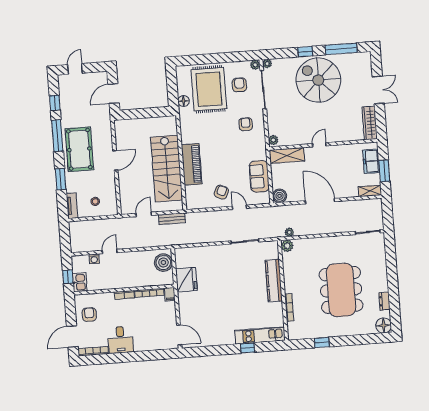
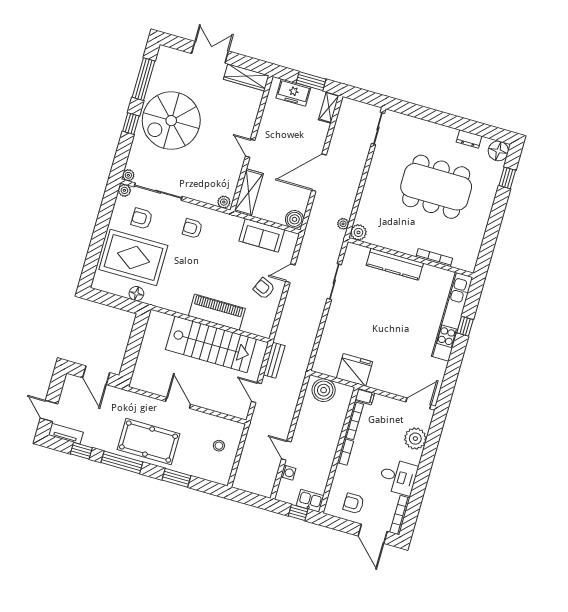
tv unit: (72, 206) -> (66, 434), moved
kitchen unit: (260, 335) -> (452, 317), width x1.36
plant: (153, 342) -> (415, 439), added
window: (322, 342) -> (507, 178), moved

